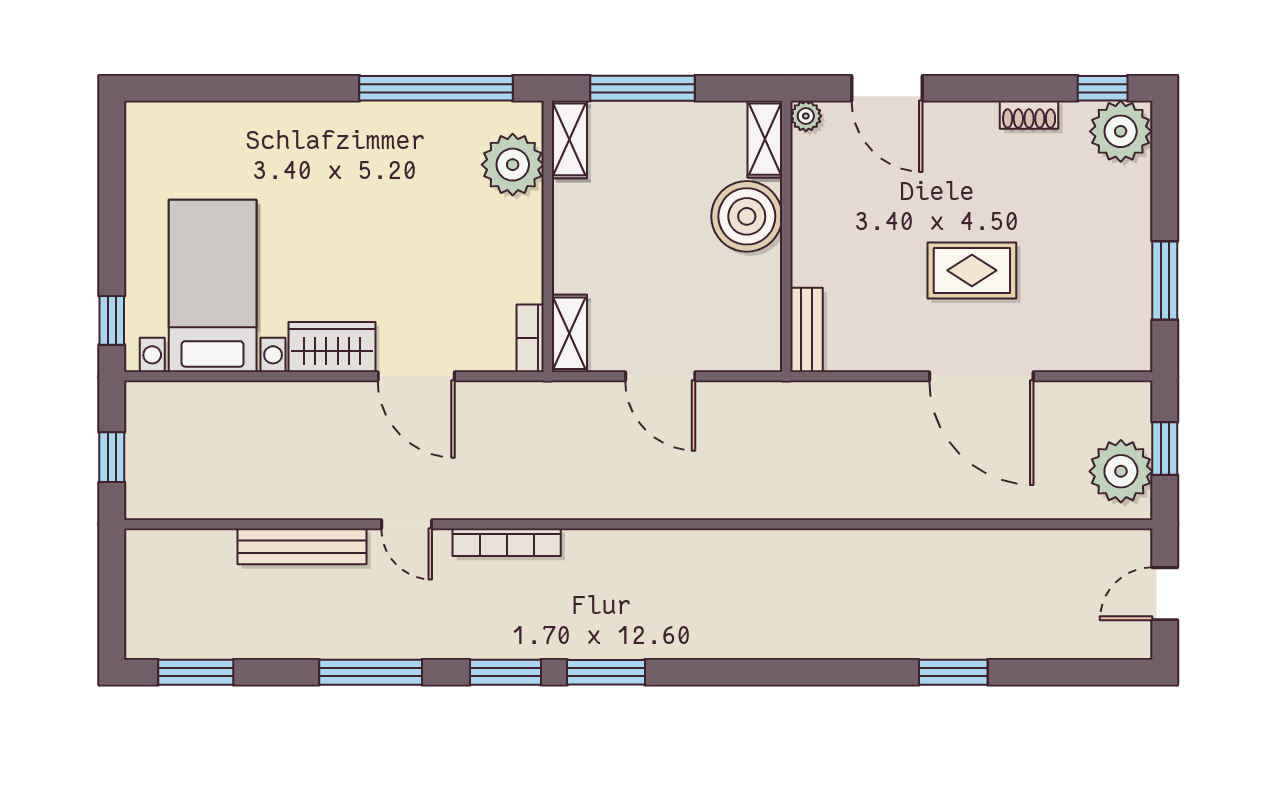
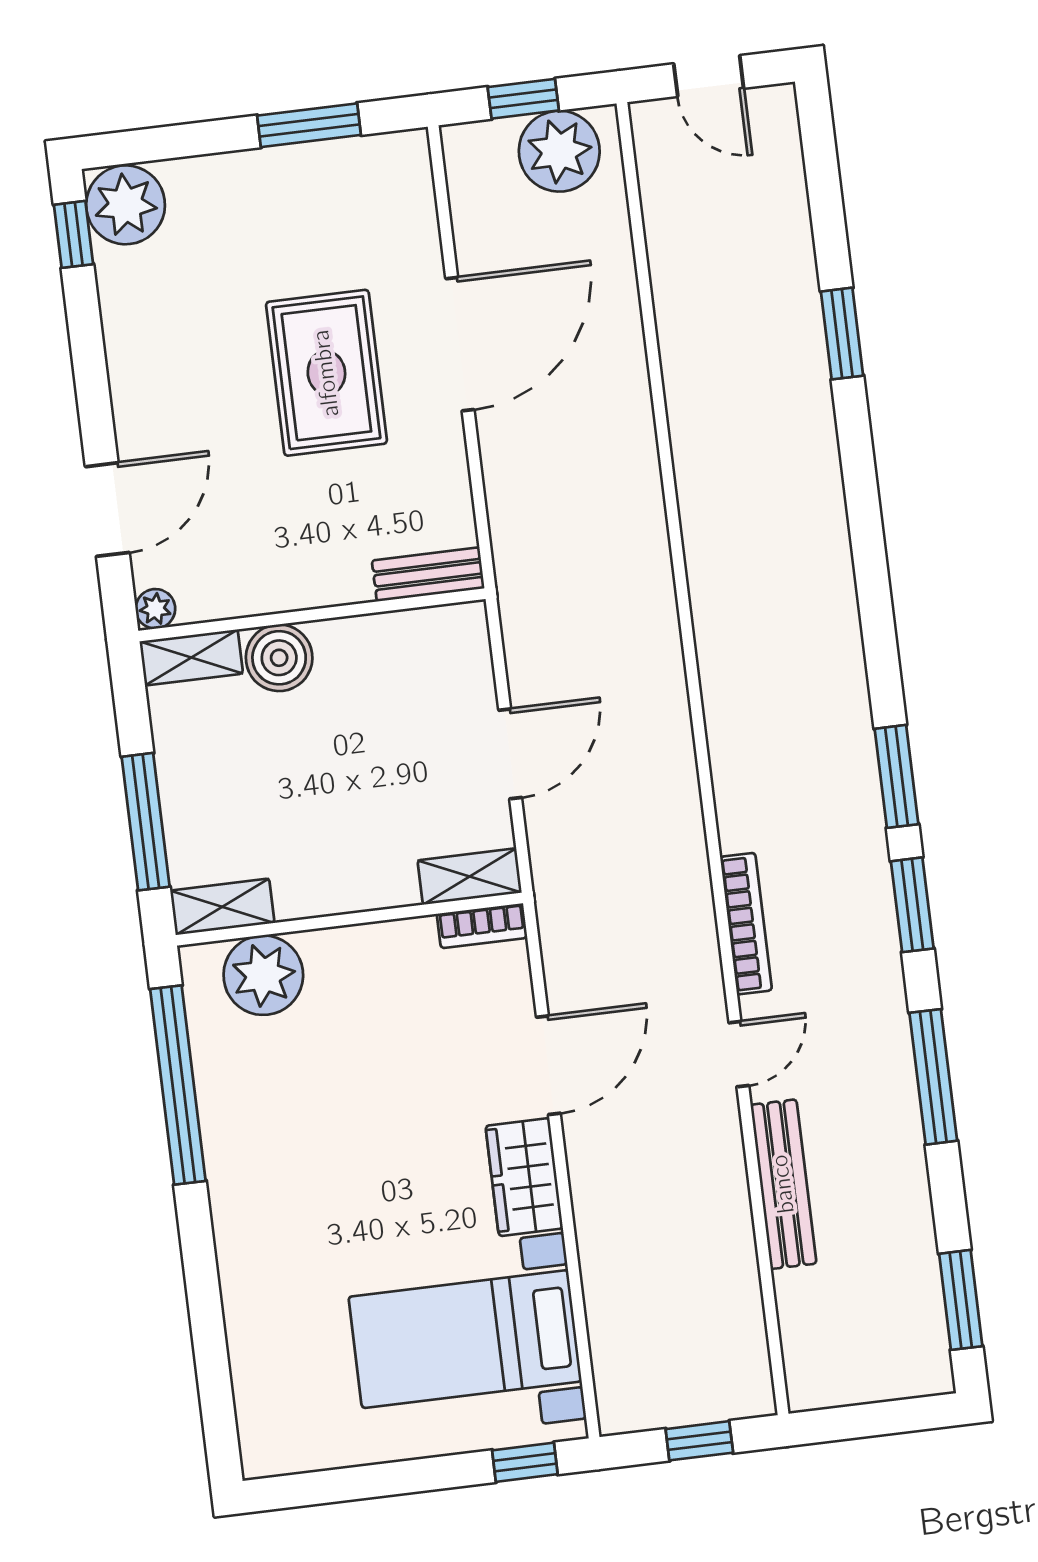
shoe rack: (1029, 115) -> (119, 324), removed
boiler: (747, 216) -> (279, 658), width x0.73, depth x0.73
rug: (972, 270) -> (326, 373), width x1.36, depth x1.43

